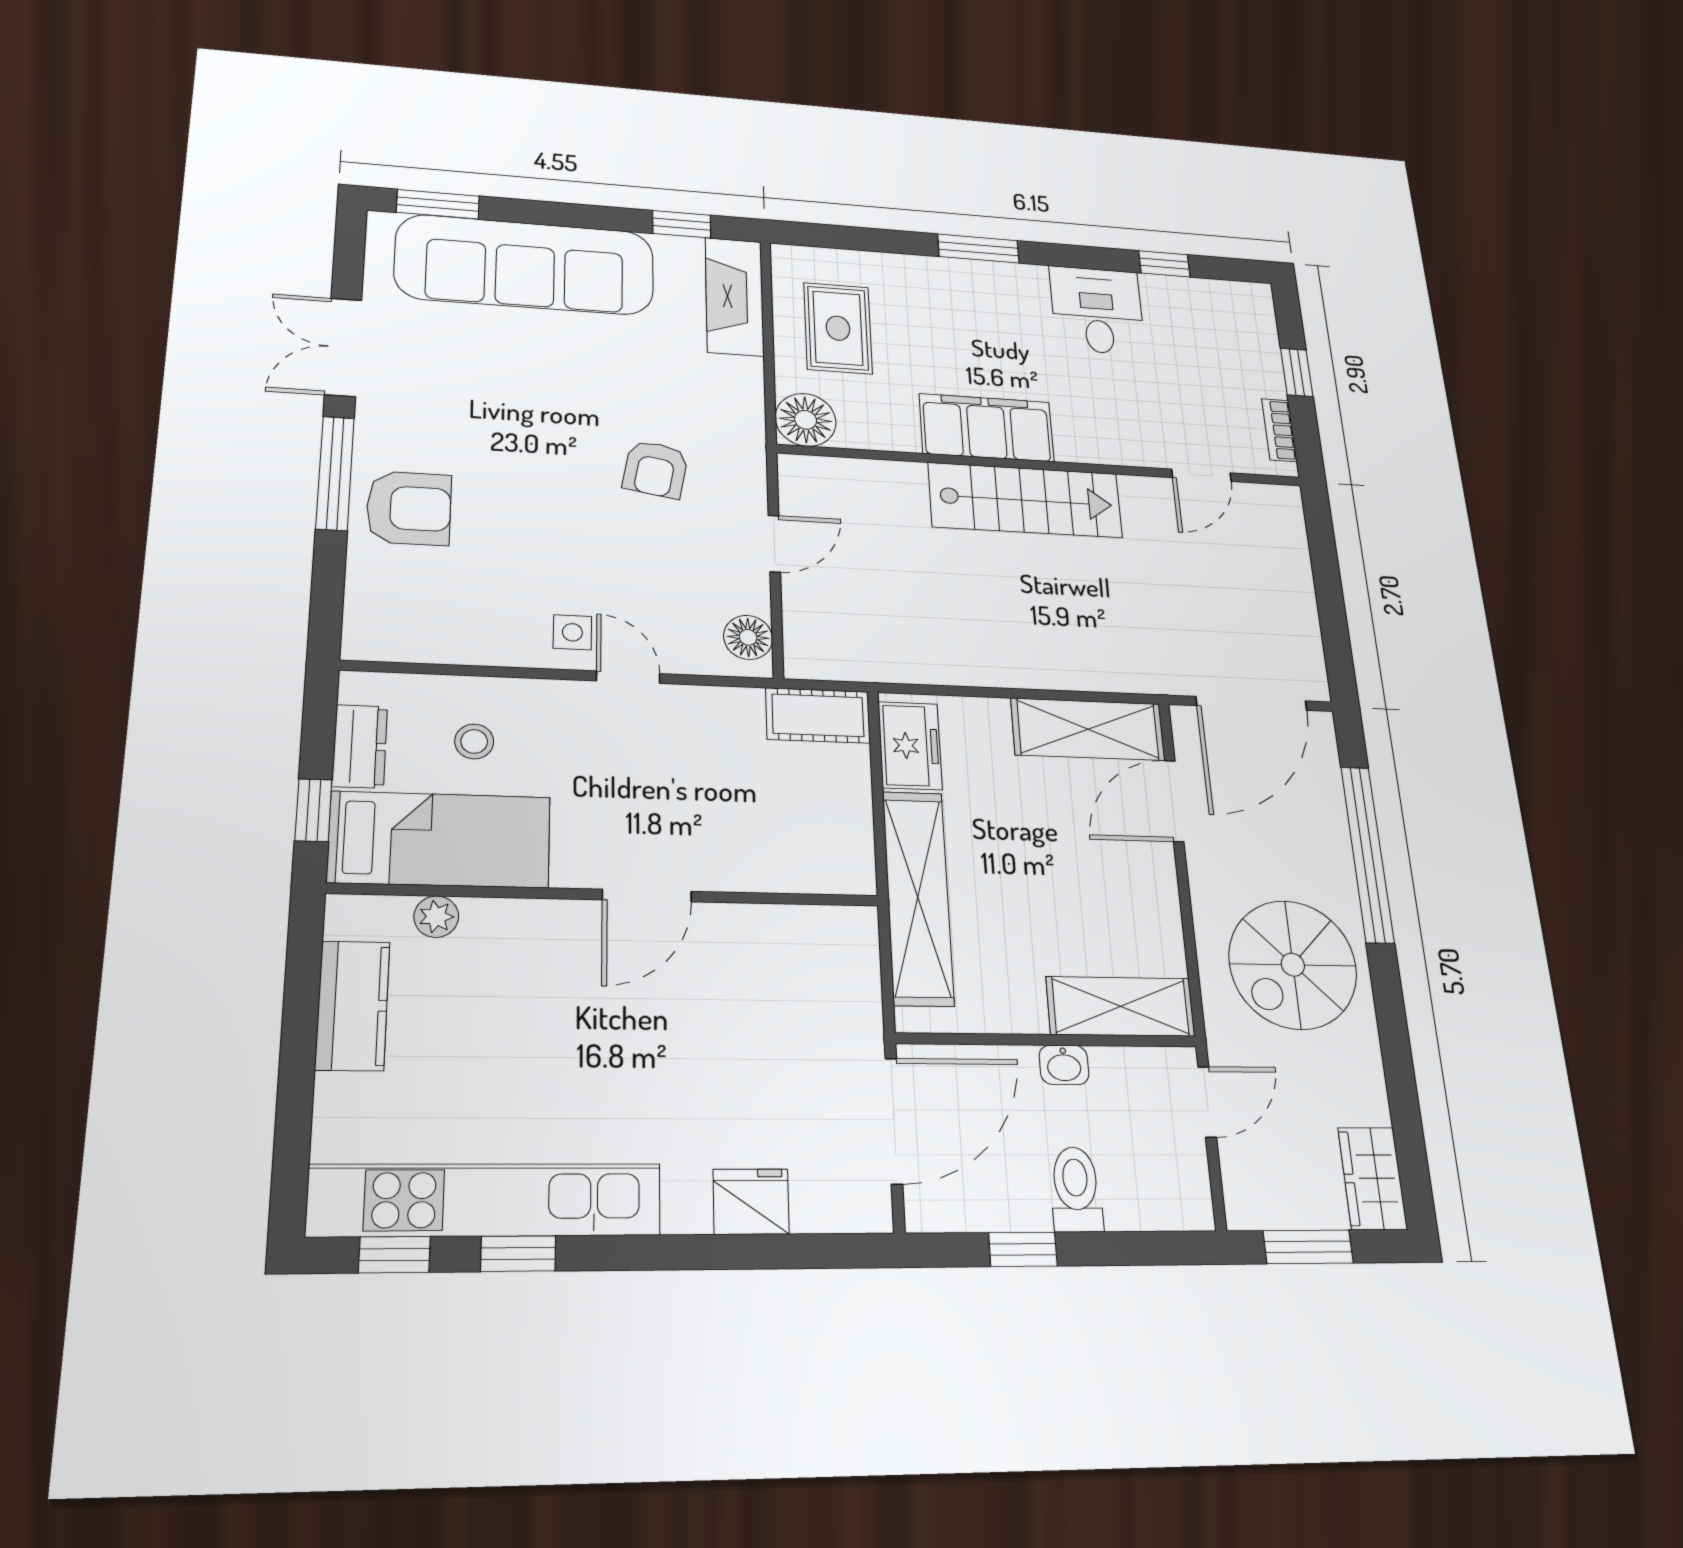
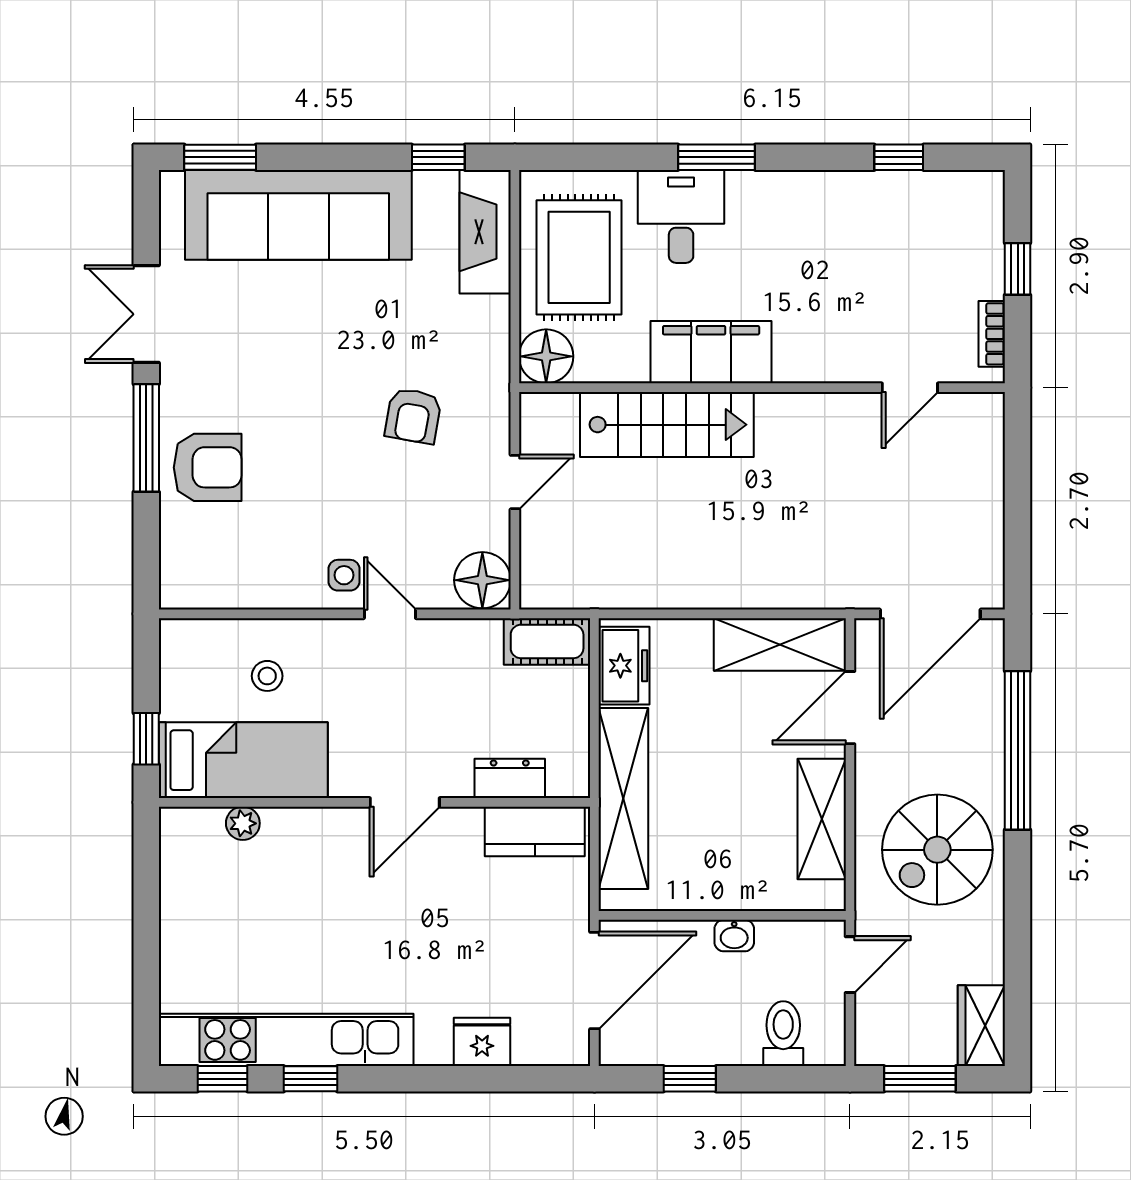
desk: (1097, 310) -> (681, 216), moved
rug: (838, 328) -> (579, 257), width x1.36, depth x1.43
stairs: (1025, 500) -> (667, 425), moved
floor lamp: (748, 637) -> (482, 580), width x1.38, depth x1.38
dresser: (360, 746) -> (510, 778), moved, turned -90
kitchen counter: (353, 1005) -> (535, 831), moved, turned 90
shelving: (1120, 1006) -> (822, 819), moved, turned 90
toilet: (1076, 1189) -> (783, 1034), moved

